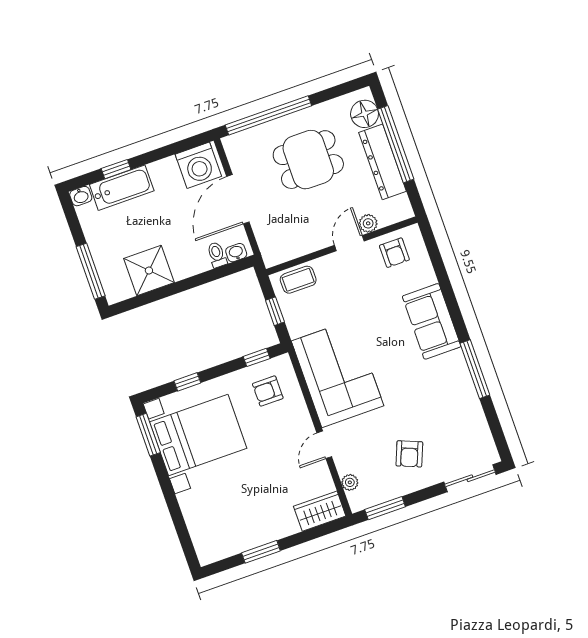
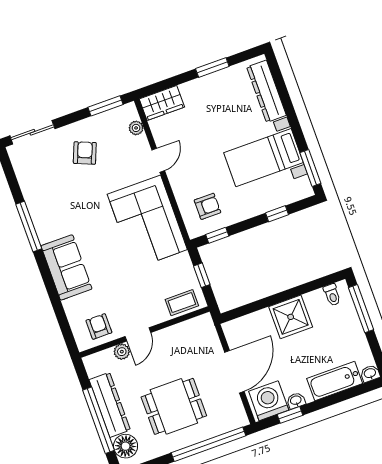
window: (116, 169) -> (290, 415), moved
washbasin: (236, 253) -> (296, 401), moved, turned 180
toilet: (217, 255) -> (332, 295), moved
shower: (149, 270) -> (291, 317), moved
bed with nightstands: (198, 435) -> (263, 158), width x0.73
dresser: (198, 524) -> (267, 91), added

